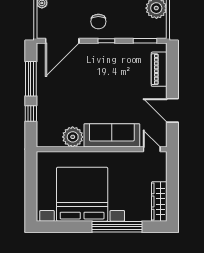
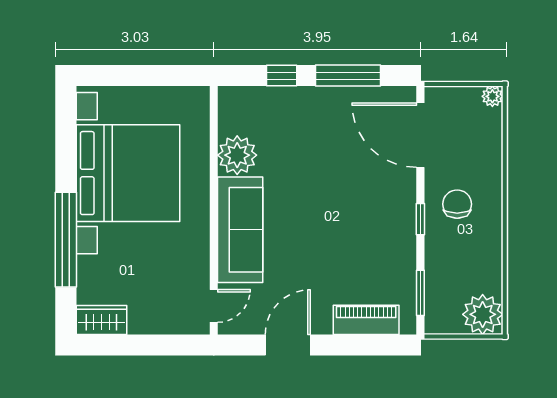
chair: (98, 22) -> (457, 204), turned 90
wardrobe: (159, 201) -> (102, 320), width x0.67

